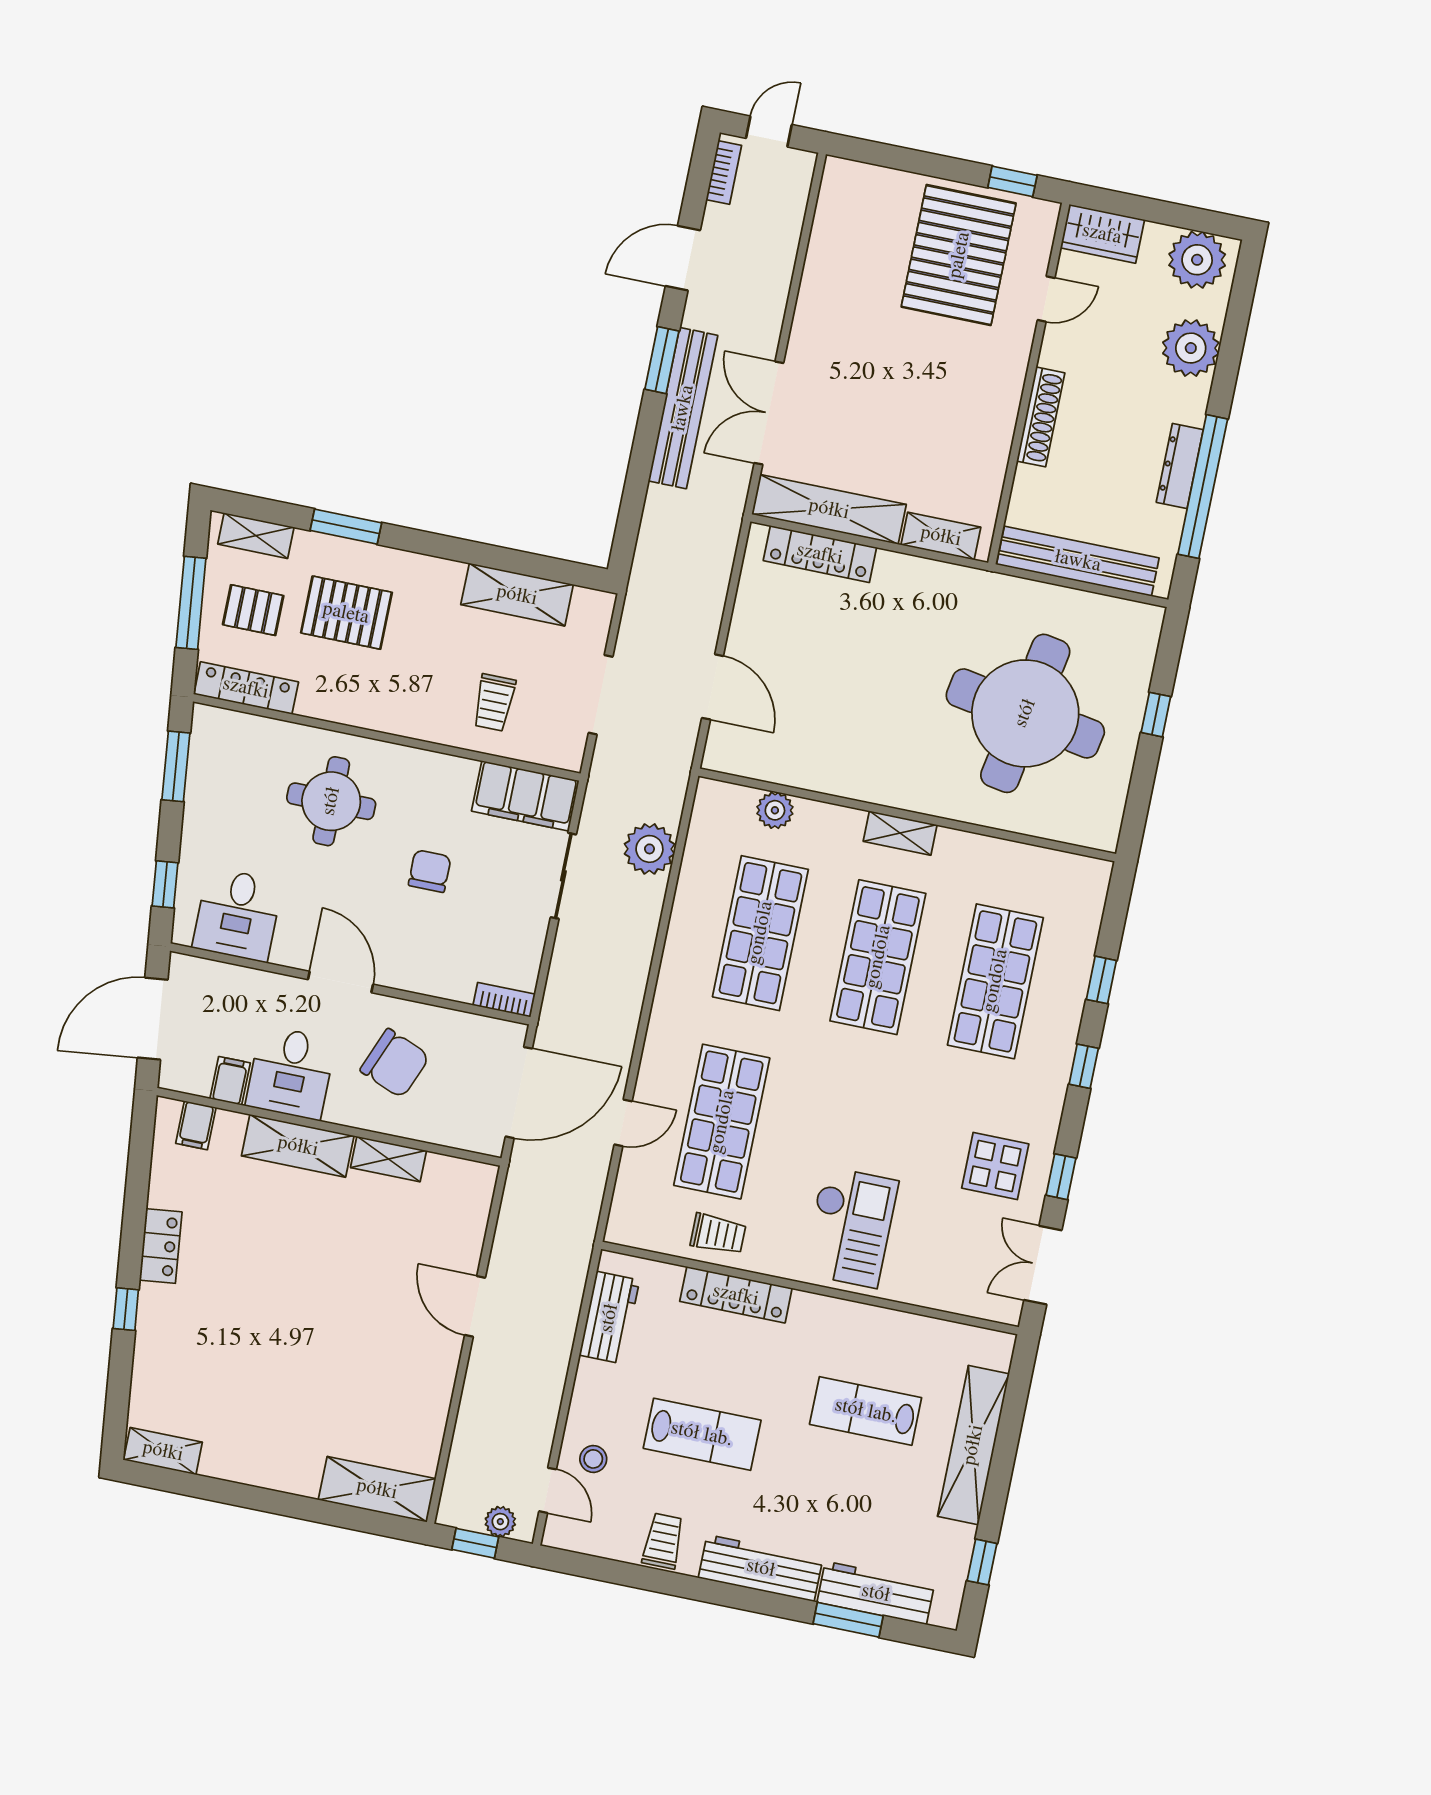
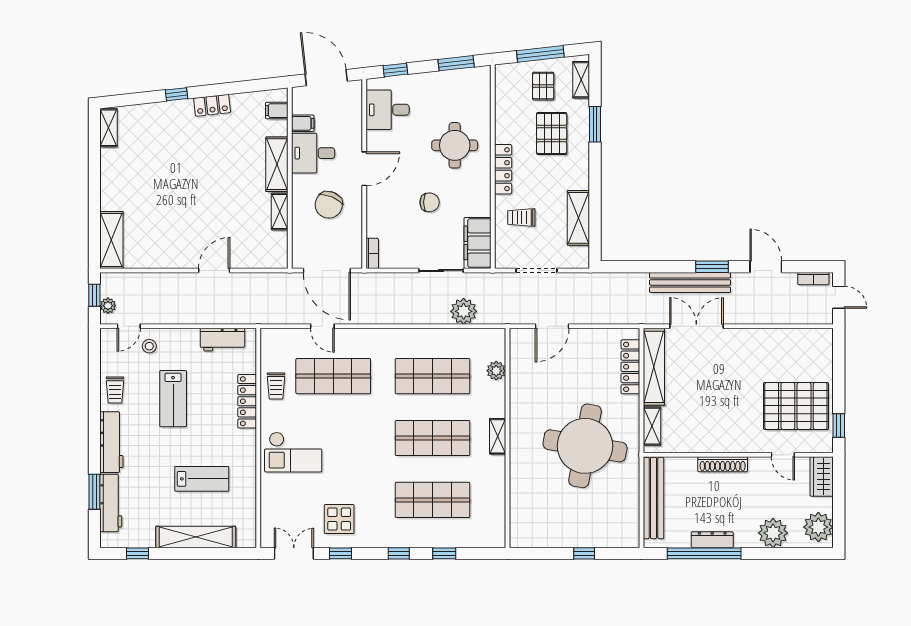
locker: (246, 688) -> (503, 169), moved
round table: (1025, 713) -> (585, 446), moved
lab bench: (866, 1411) -> (202, 479), turned 90
trolley: (663, 1541) -> (115, 390), turned 90

